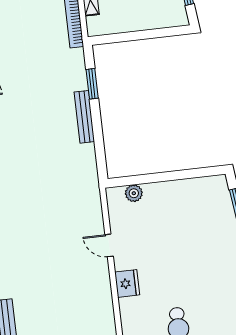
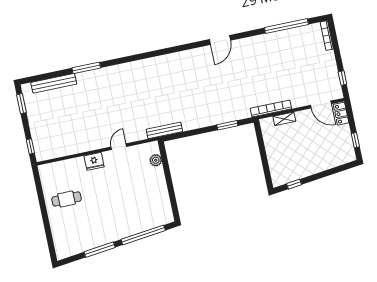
bench: (84, 117) -> (164, 130), moved

